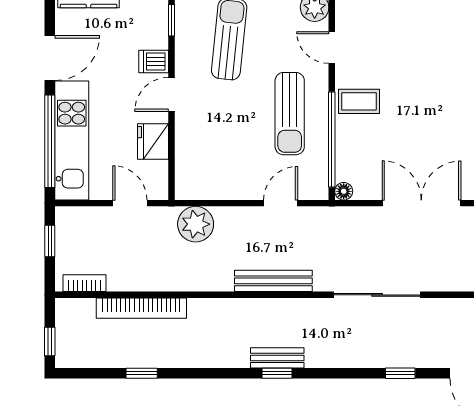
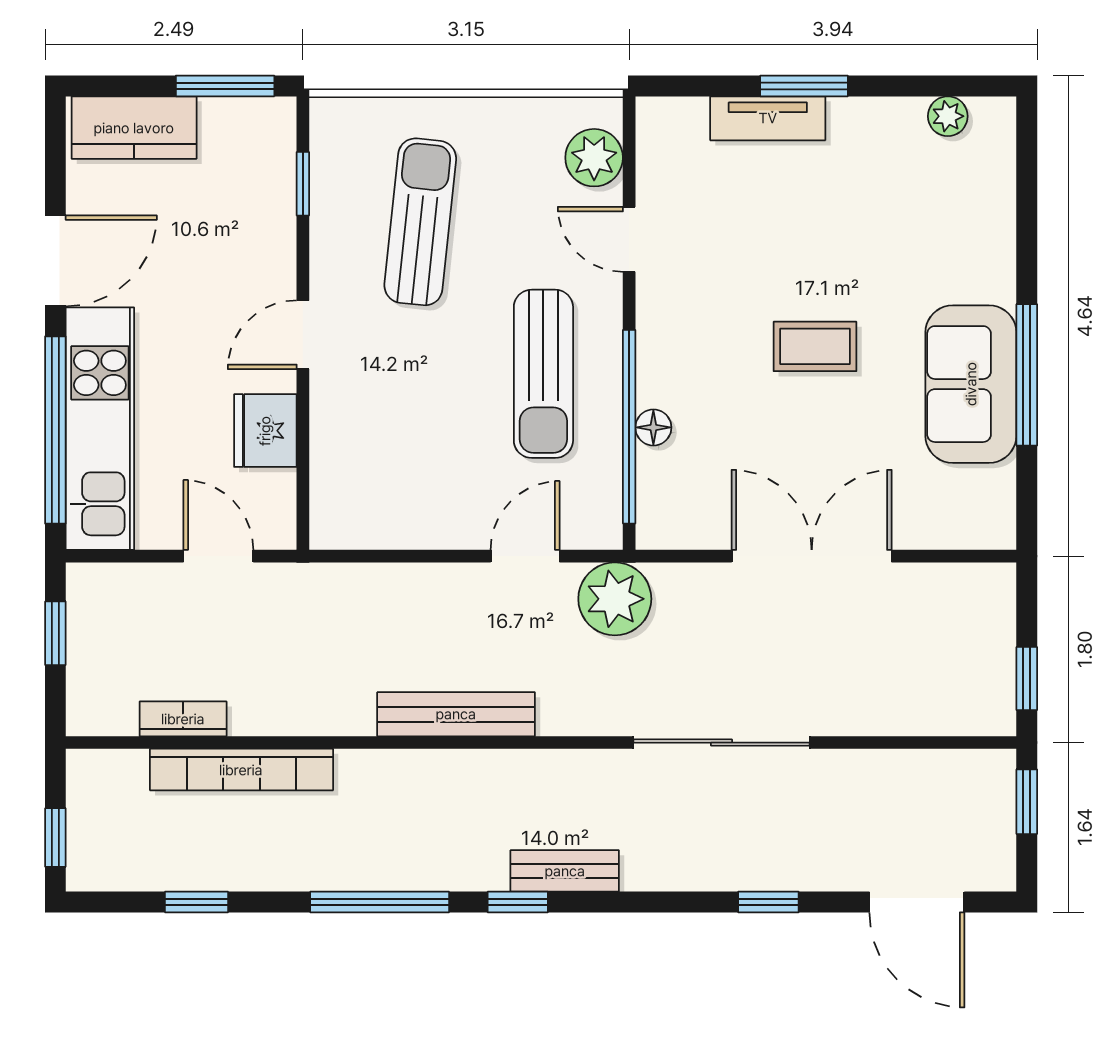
dishwasher: (154, 61) -> (267, 268), removed
coffee table: (359, 101) -> (815, 346), moved
floor lamp: (344, 191) -> (653, 427), moved
plant: (196, 224) -> (615, 599), moved
bench: (273, 281) -> (456, 714), moved
bookcase: (84, 283) -> (183, 719), moved
bench: (277, 358) -> (565, 871), moved
window: (142, 373) -> (197, 902), moved
window: (209, 373) -> (380, 902), added

